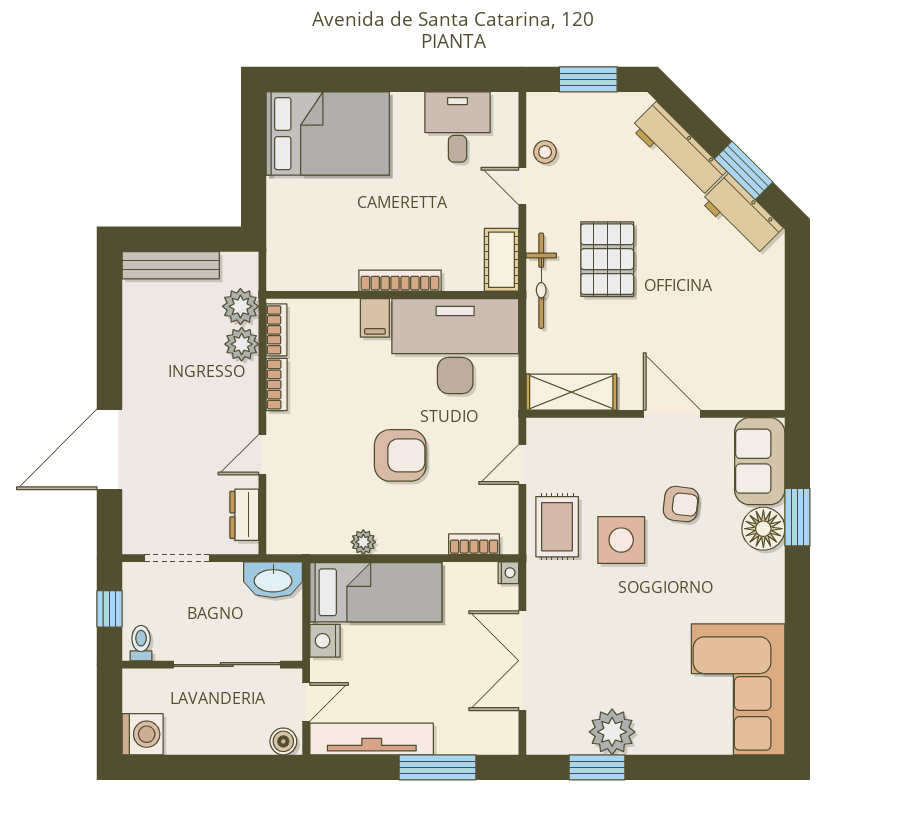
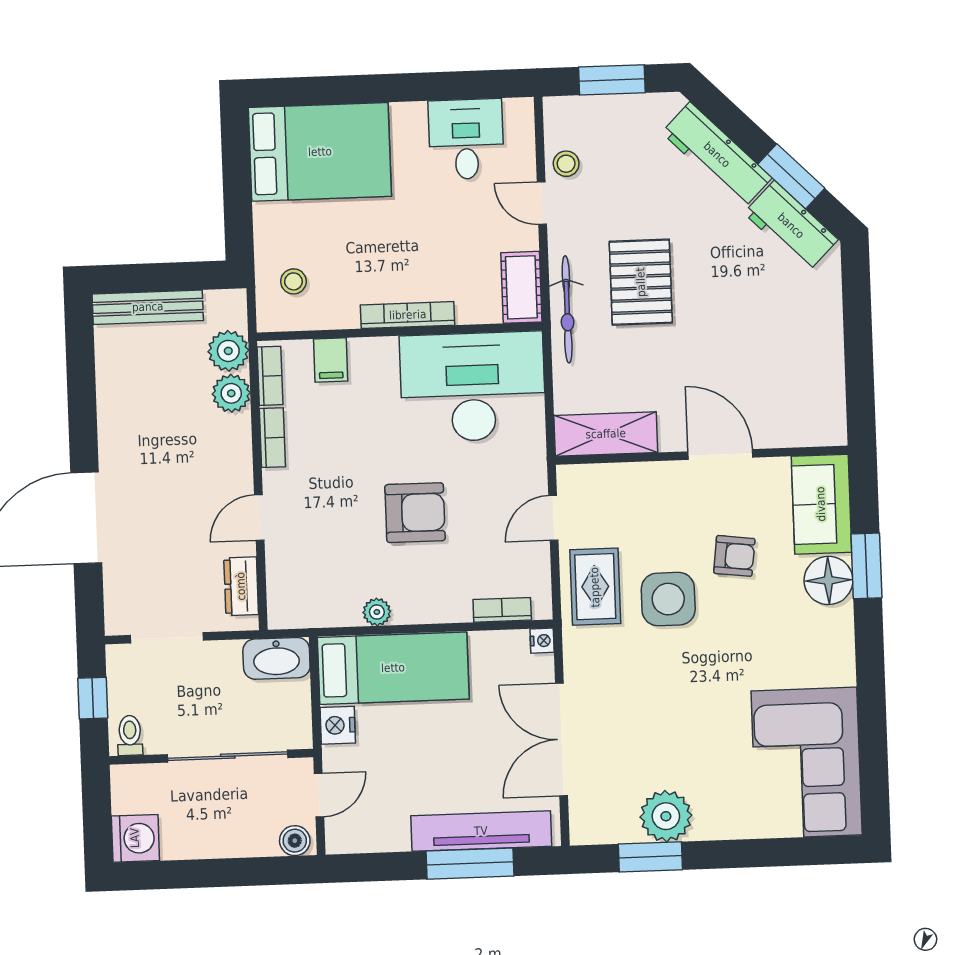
stool: (300, 247) -> (293, 281), added
filing cabinet: (375, 318) -> (331, 360), moved
tv unit: (372, 739) -> (481, 831), moved

